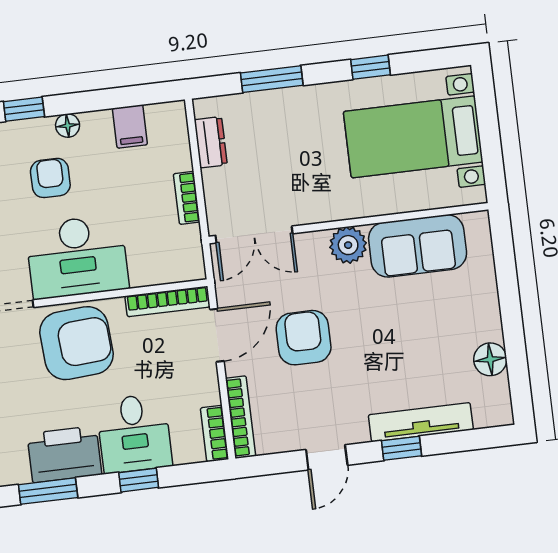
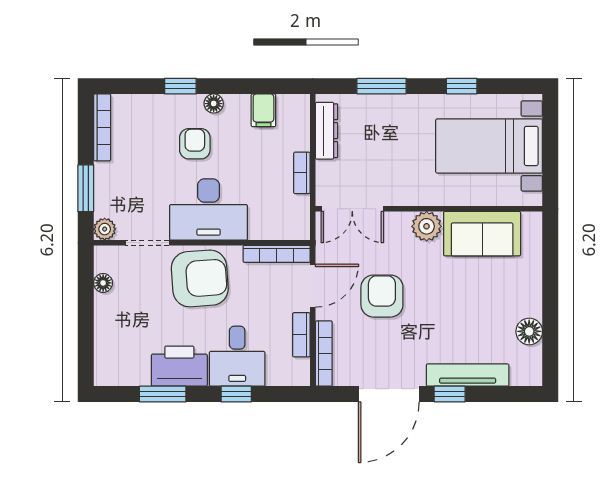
dresser: (211, 142) -> (327, 131), width x1.44
bookcase: (215, 434) -> (301, 335), moved
door: (327, 457) -> (389, 394), width x1.87

